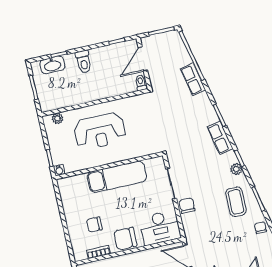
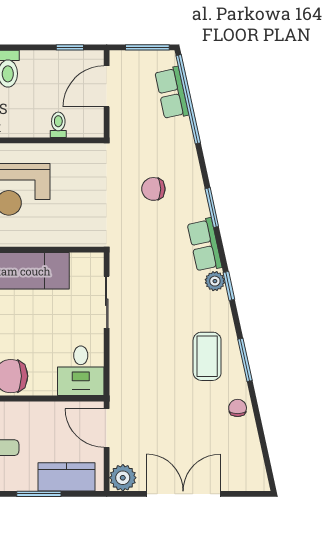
row of seats: (193, 79) -> (172, 93), moved
toilet: (141, 83) -> (58, 125), moved
plant: (236, 169) -> (215, 281), moved
chair: (187, 206) -> (153, 189), moved, turned -90
desk: (160, 228) -> (81, 371), width x0.73

